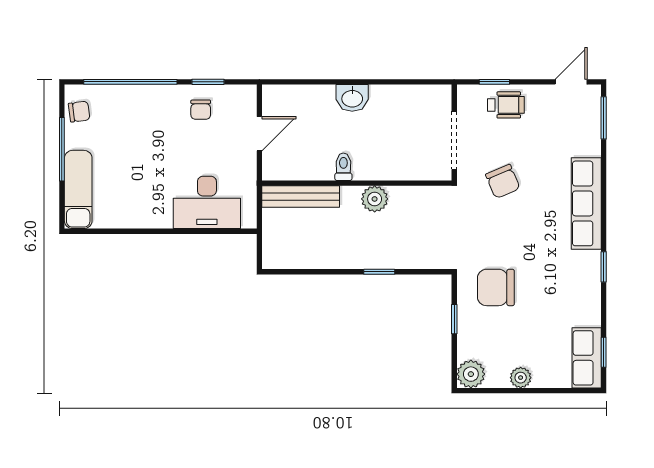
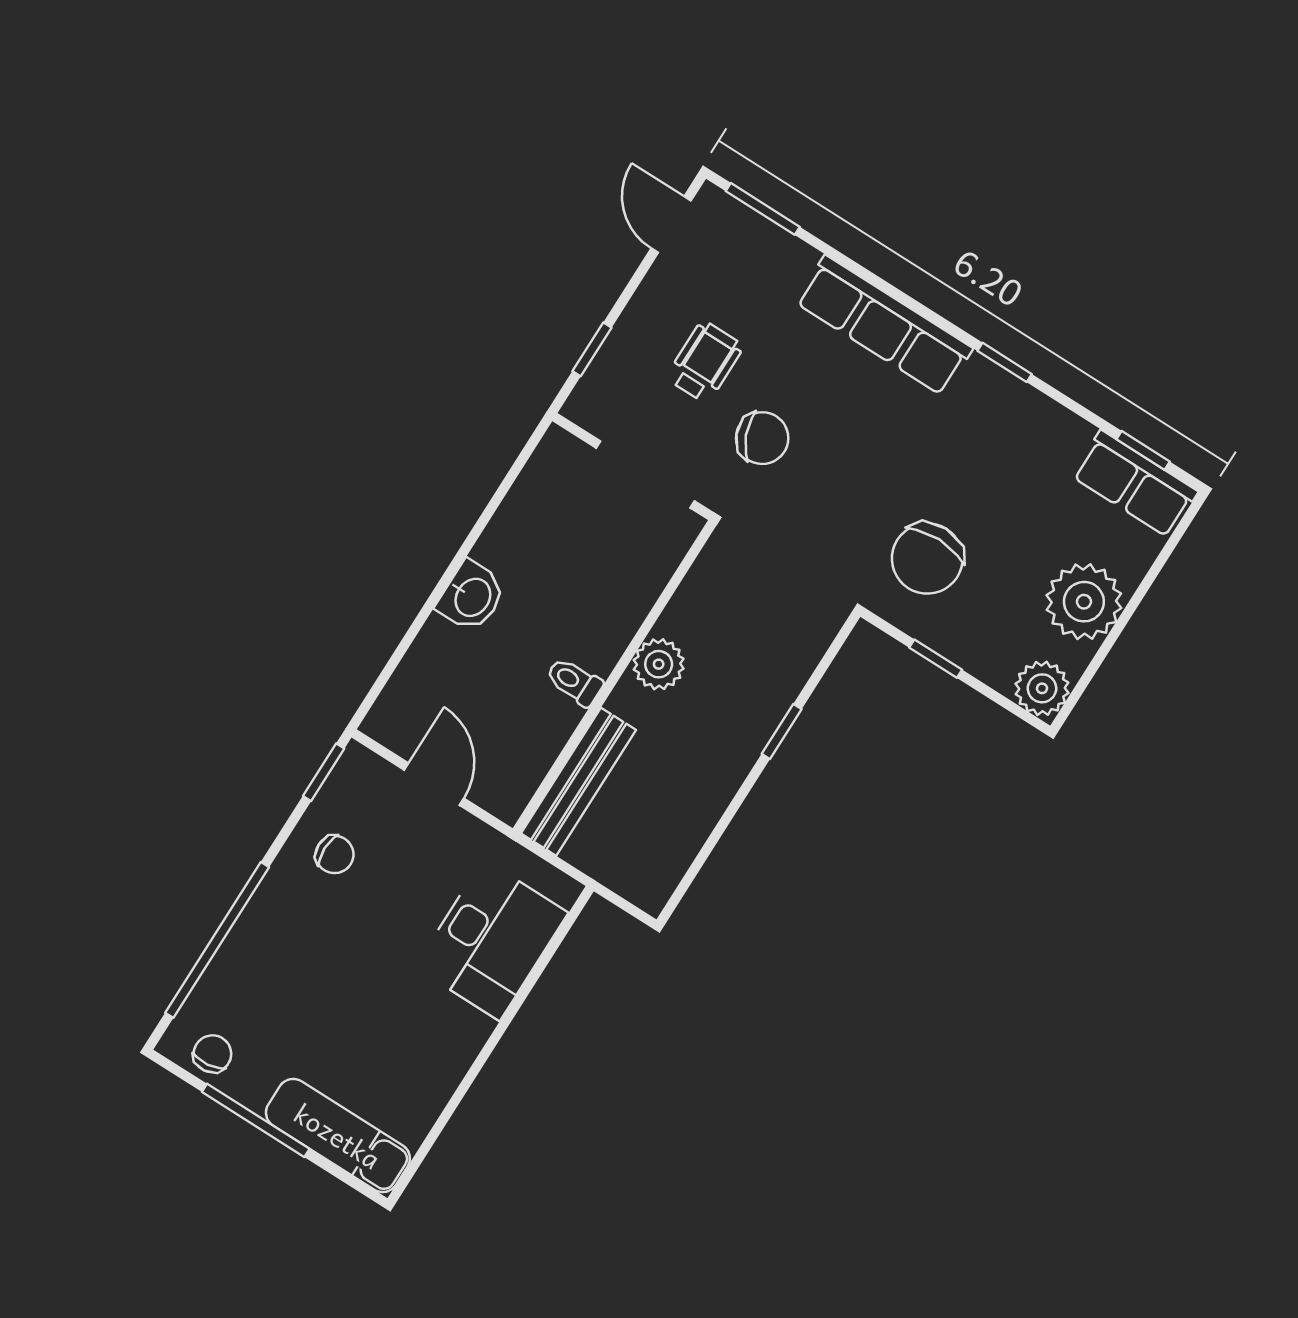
window: (208, 82) -> (324, 772), moved
wheelchair: (506, 105) -> (705, 362), moved
plant: (521, 378) -> (1084, 602), width x1.88, depth x1.88

